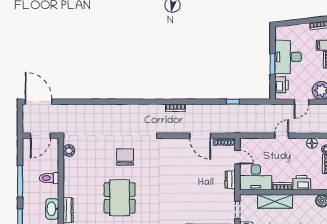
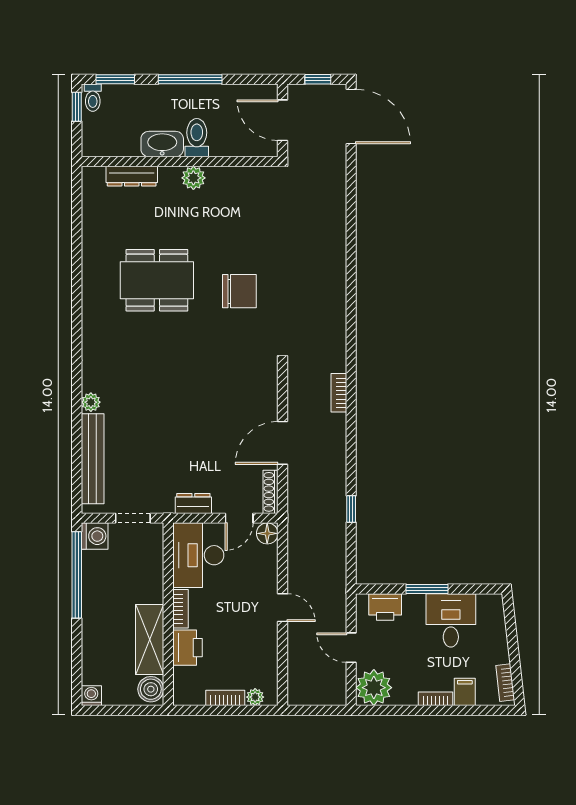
desk: (288, 57) -> (451, 620), width x0.73
door: (39, 102) -> (351, 117), hinge flipped
window: (20, 118) -> (318, 79), added
floor lamp: (312, 143) -> (267, 533), moved
plant: (69, 150) -> (193, 178), moved
shelving: (275, 201) -> (150, 639), moved
washbasin: (52, 209) -> (162, 144), moved

